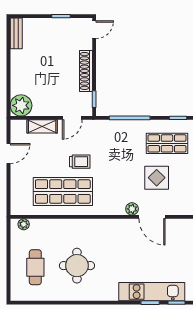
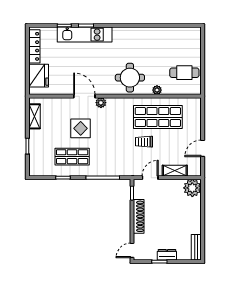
dresser: (52, 24) -> (167, 255), added
plant: (24, 224) -> (157, 90), moved
round table: (77, 266) -> (130, 78), moved
cafe table: (35, 267) -> (184, 73), moved, turned 90

